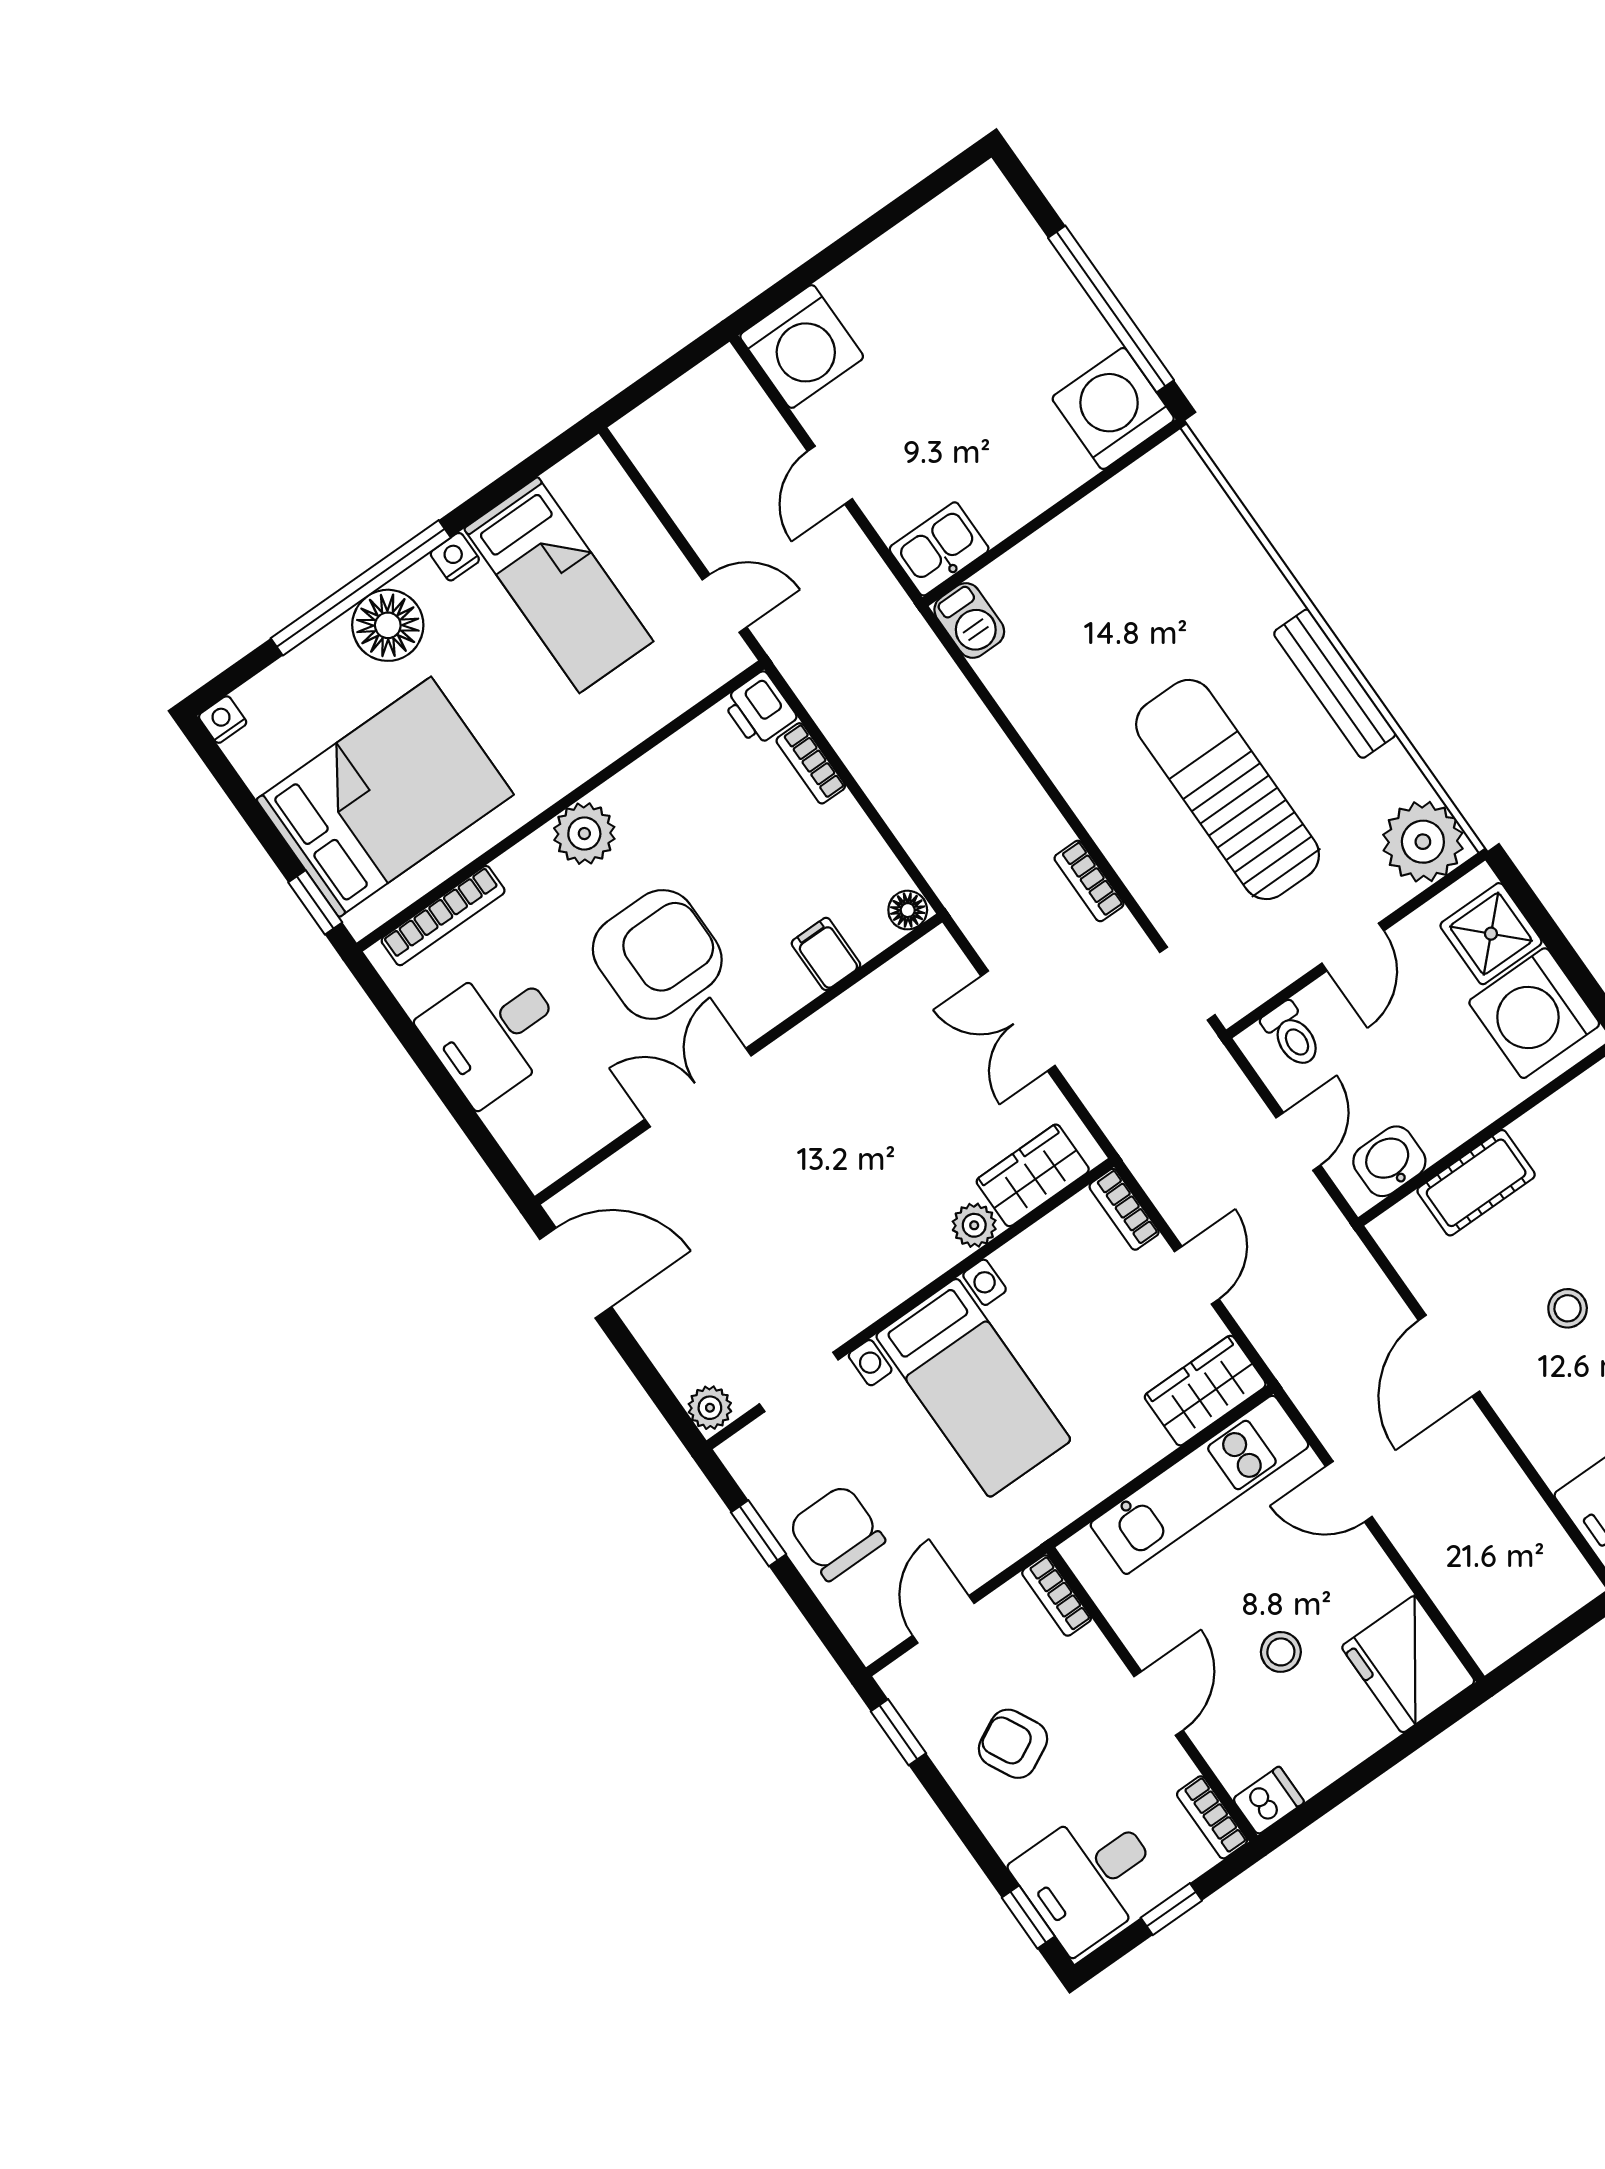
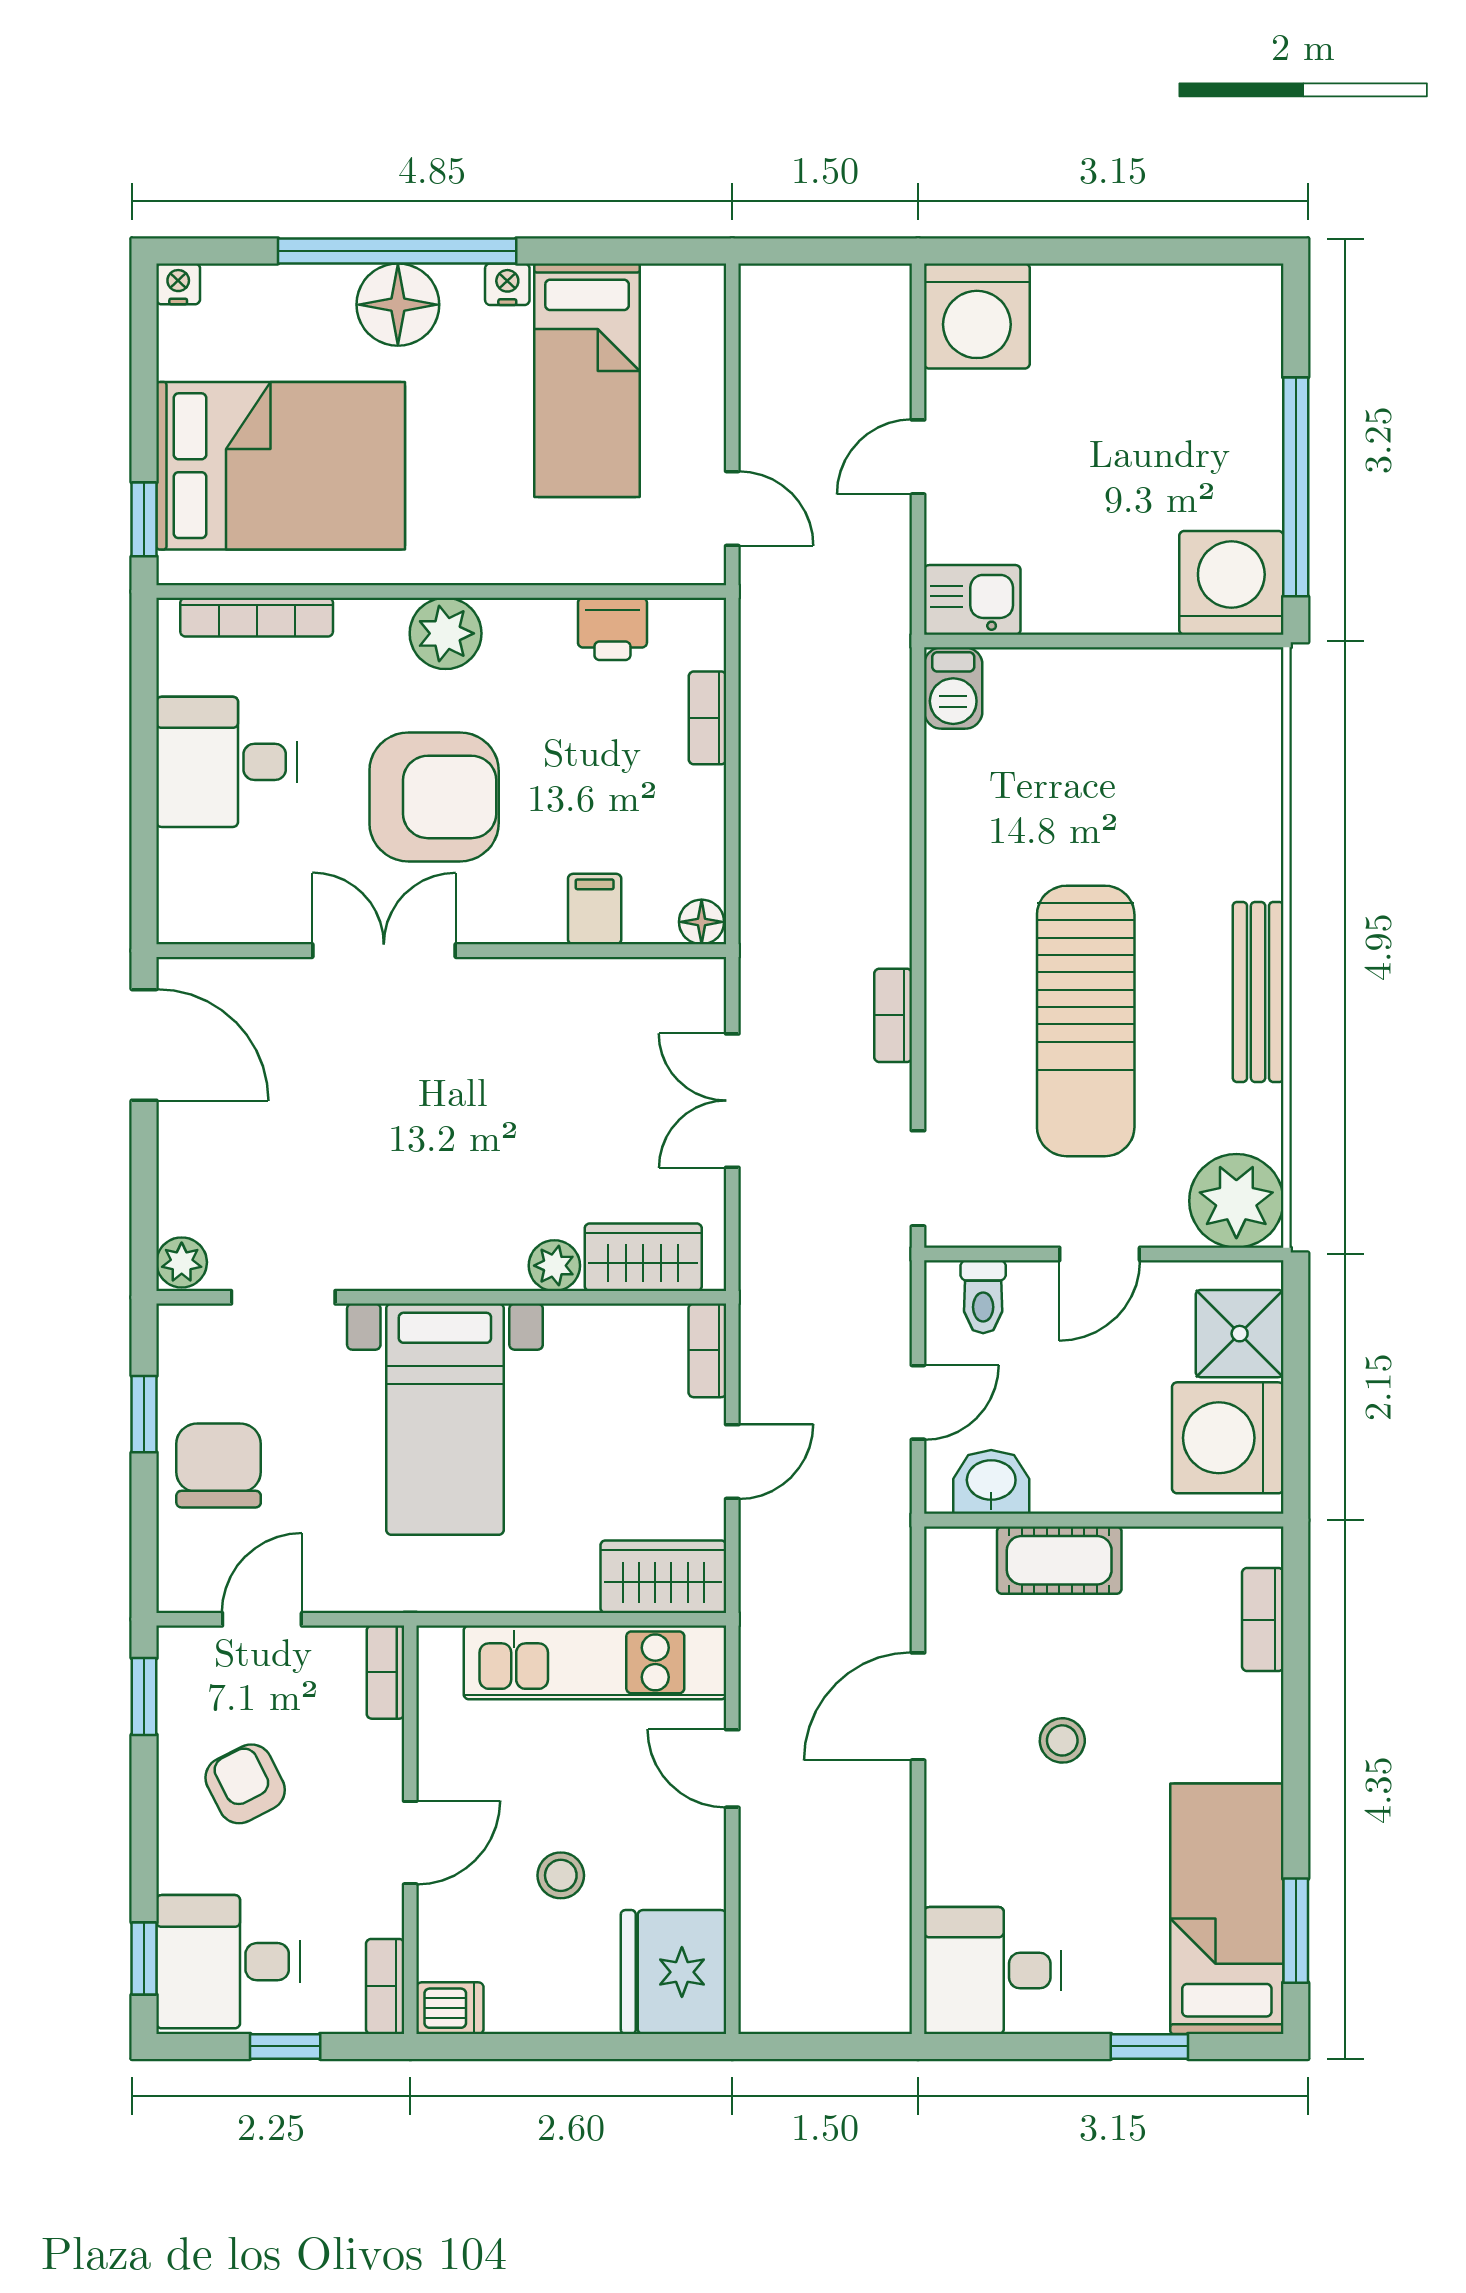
printer: (759, 709) -> (612, 629), moved, turned -90
sun lounger: (1228, 790) -> (1086, 1021), turned 180

